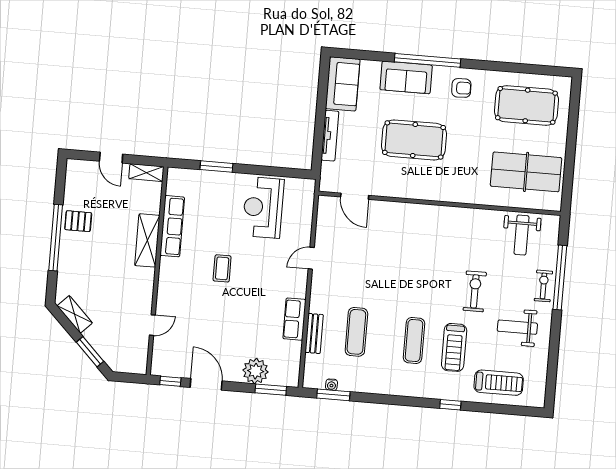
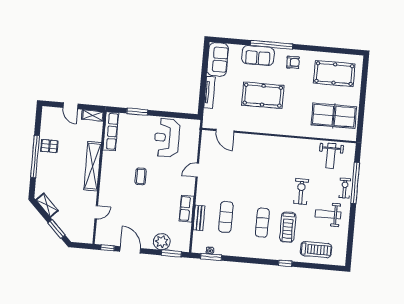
row of seats: (172, 226) -> (111, 131), moved
shelving: (147, 240) -> (93, 166), width x1.47

